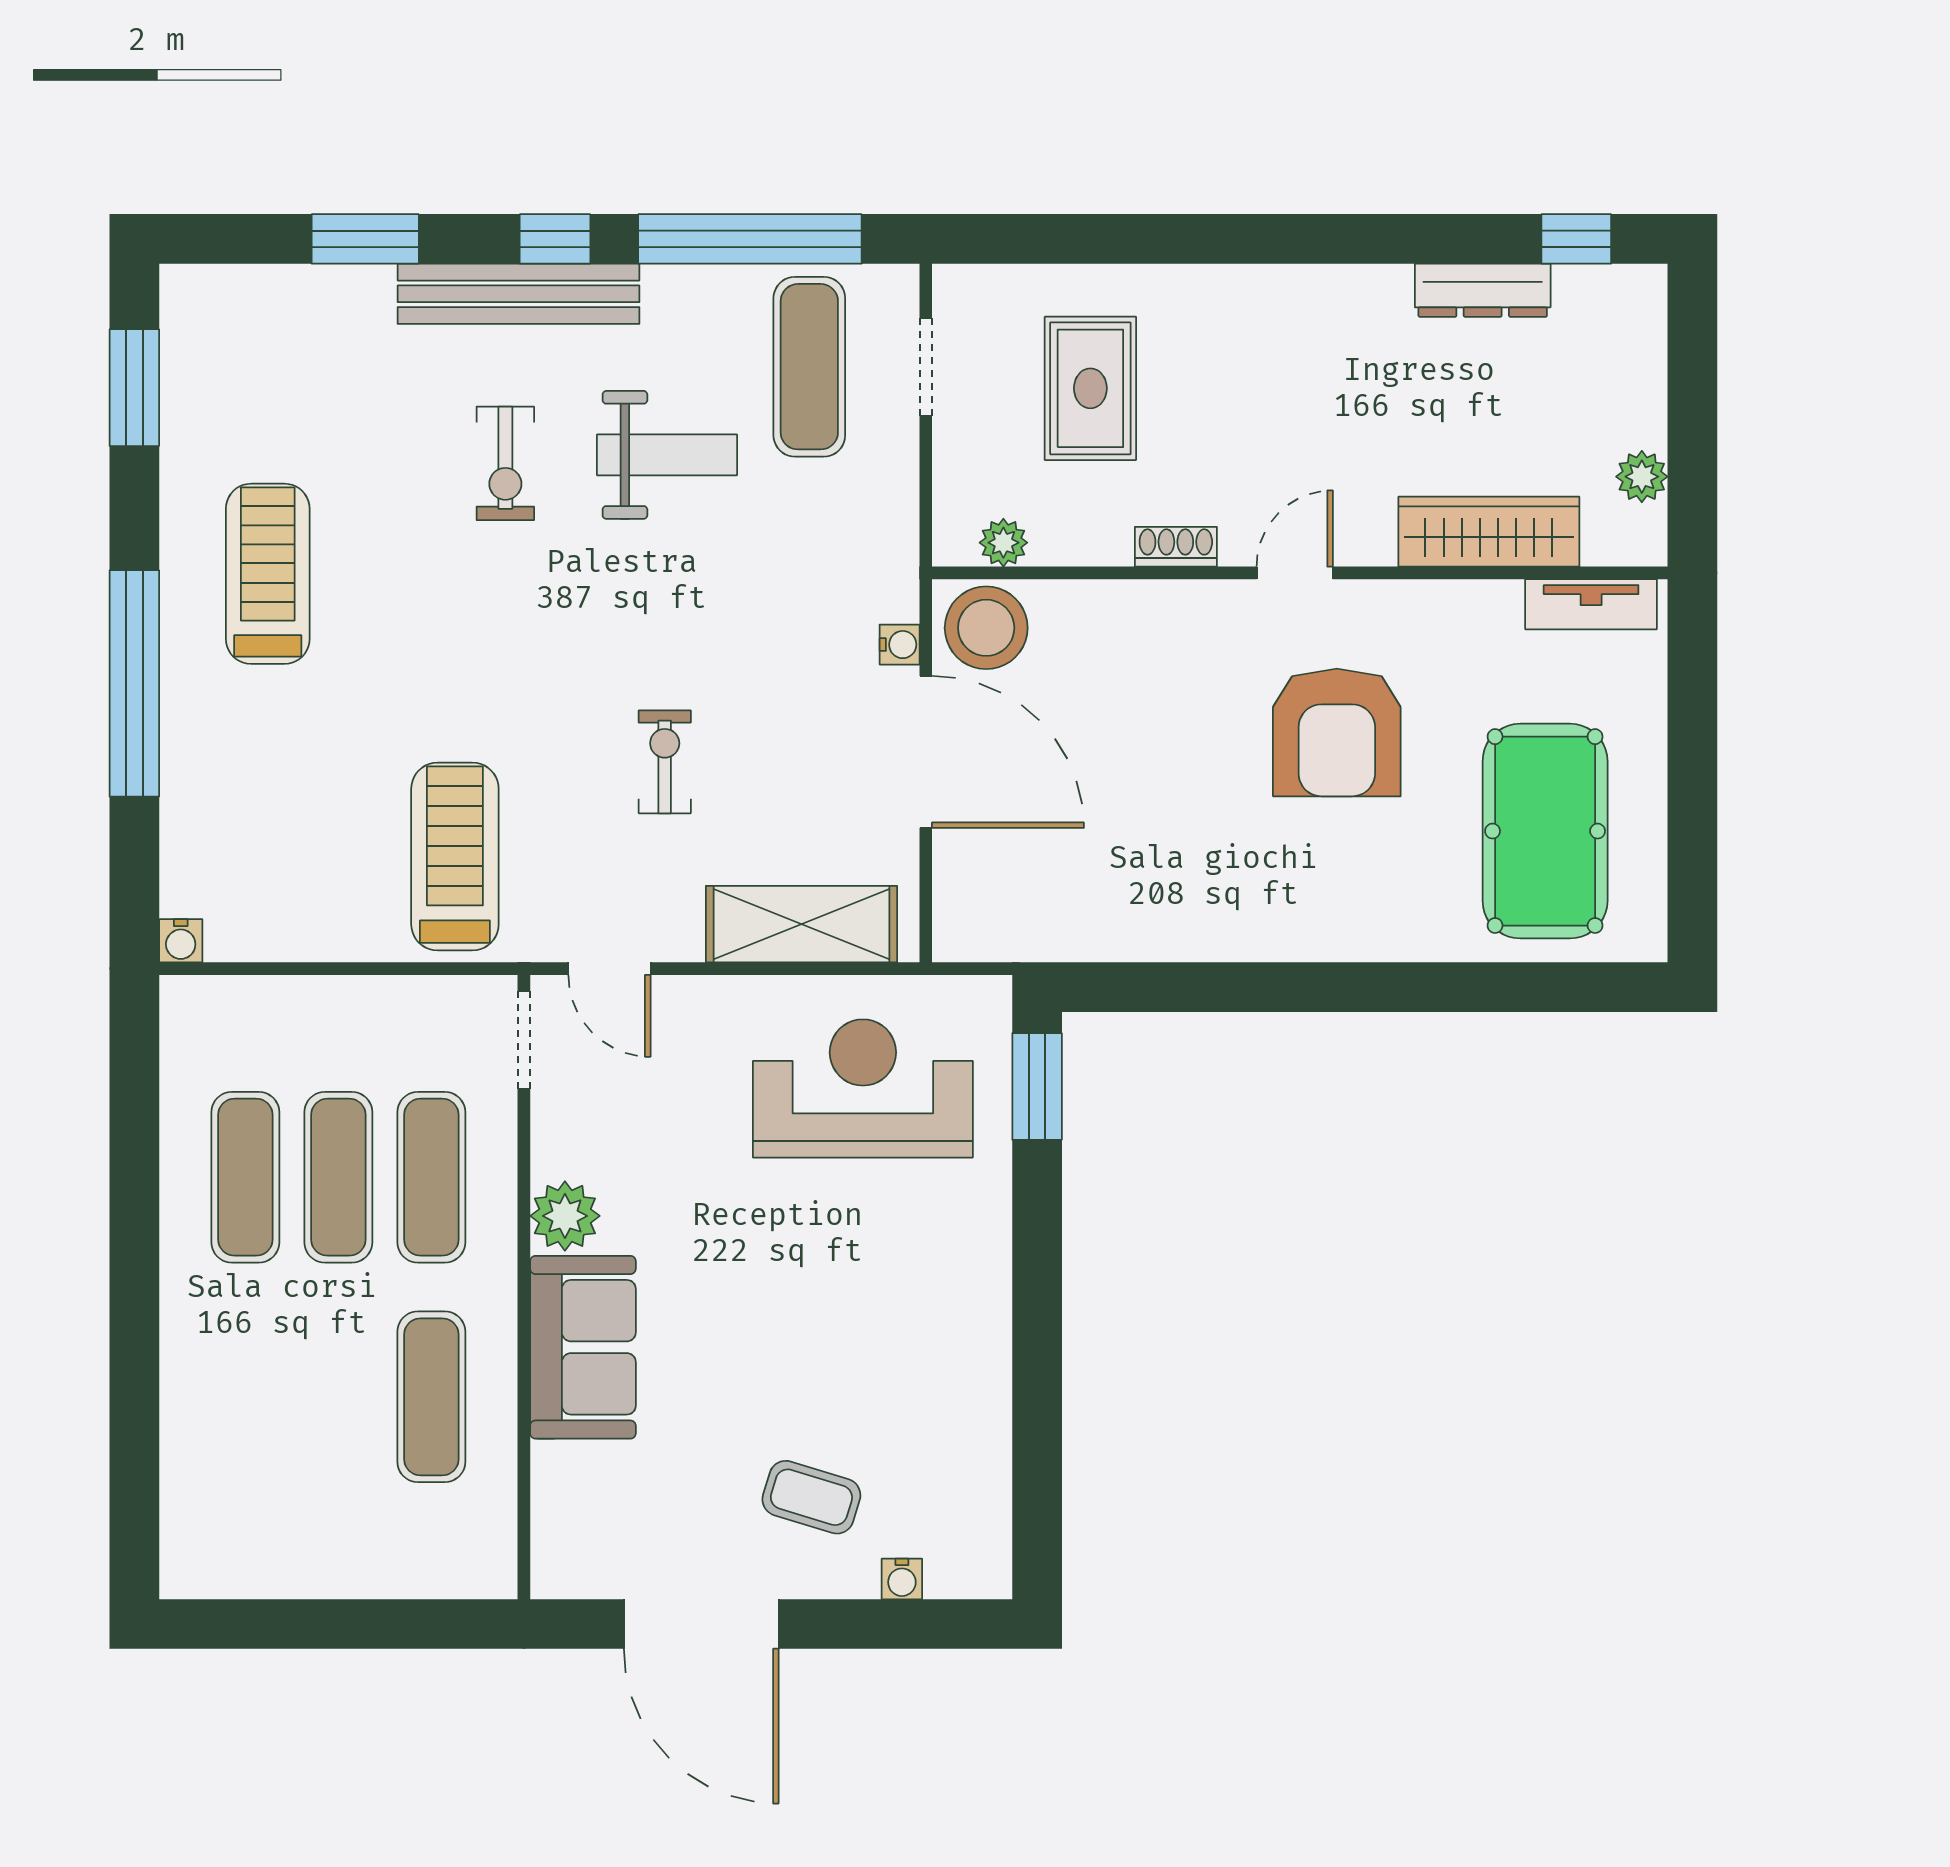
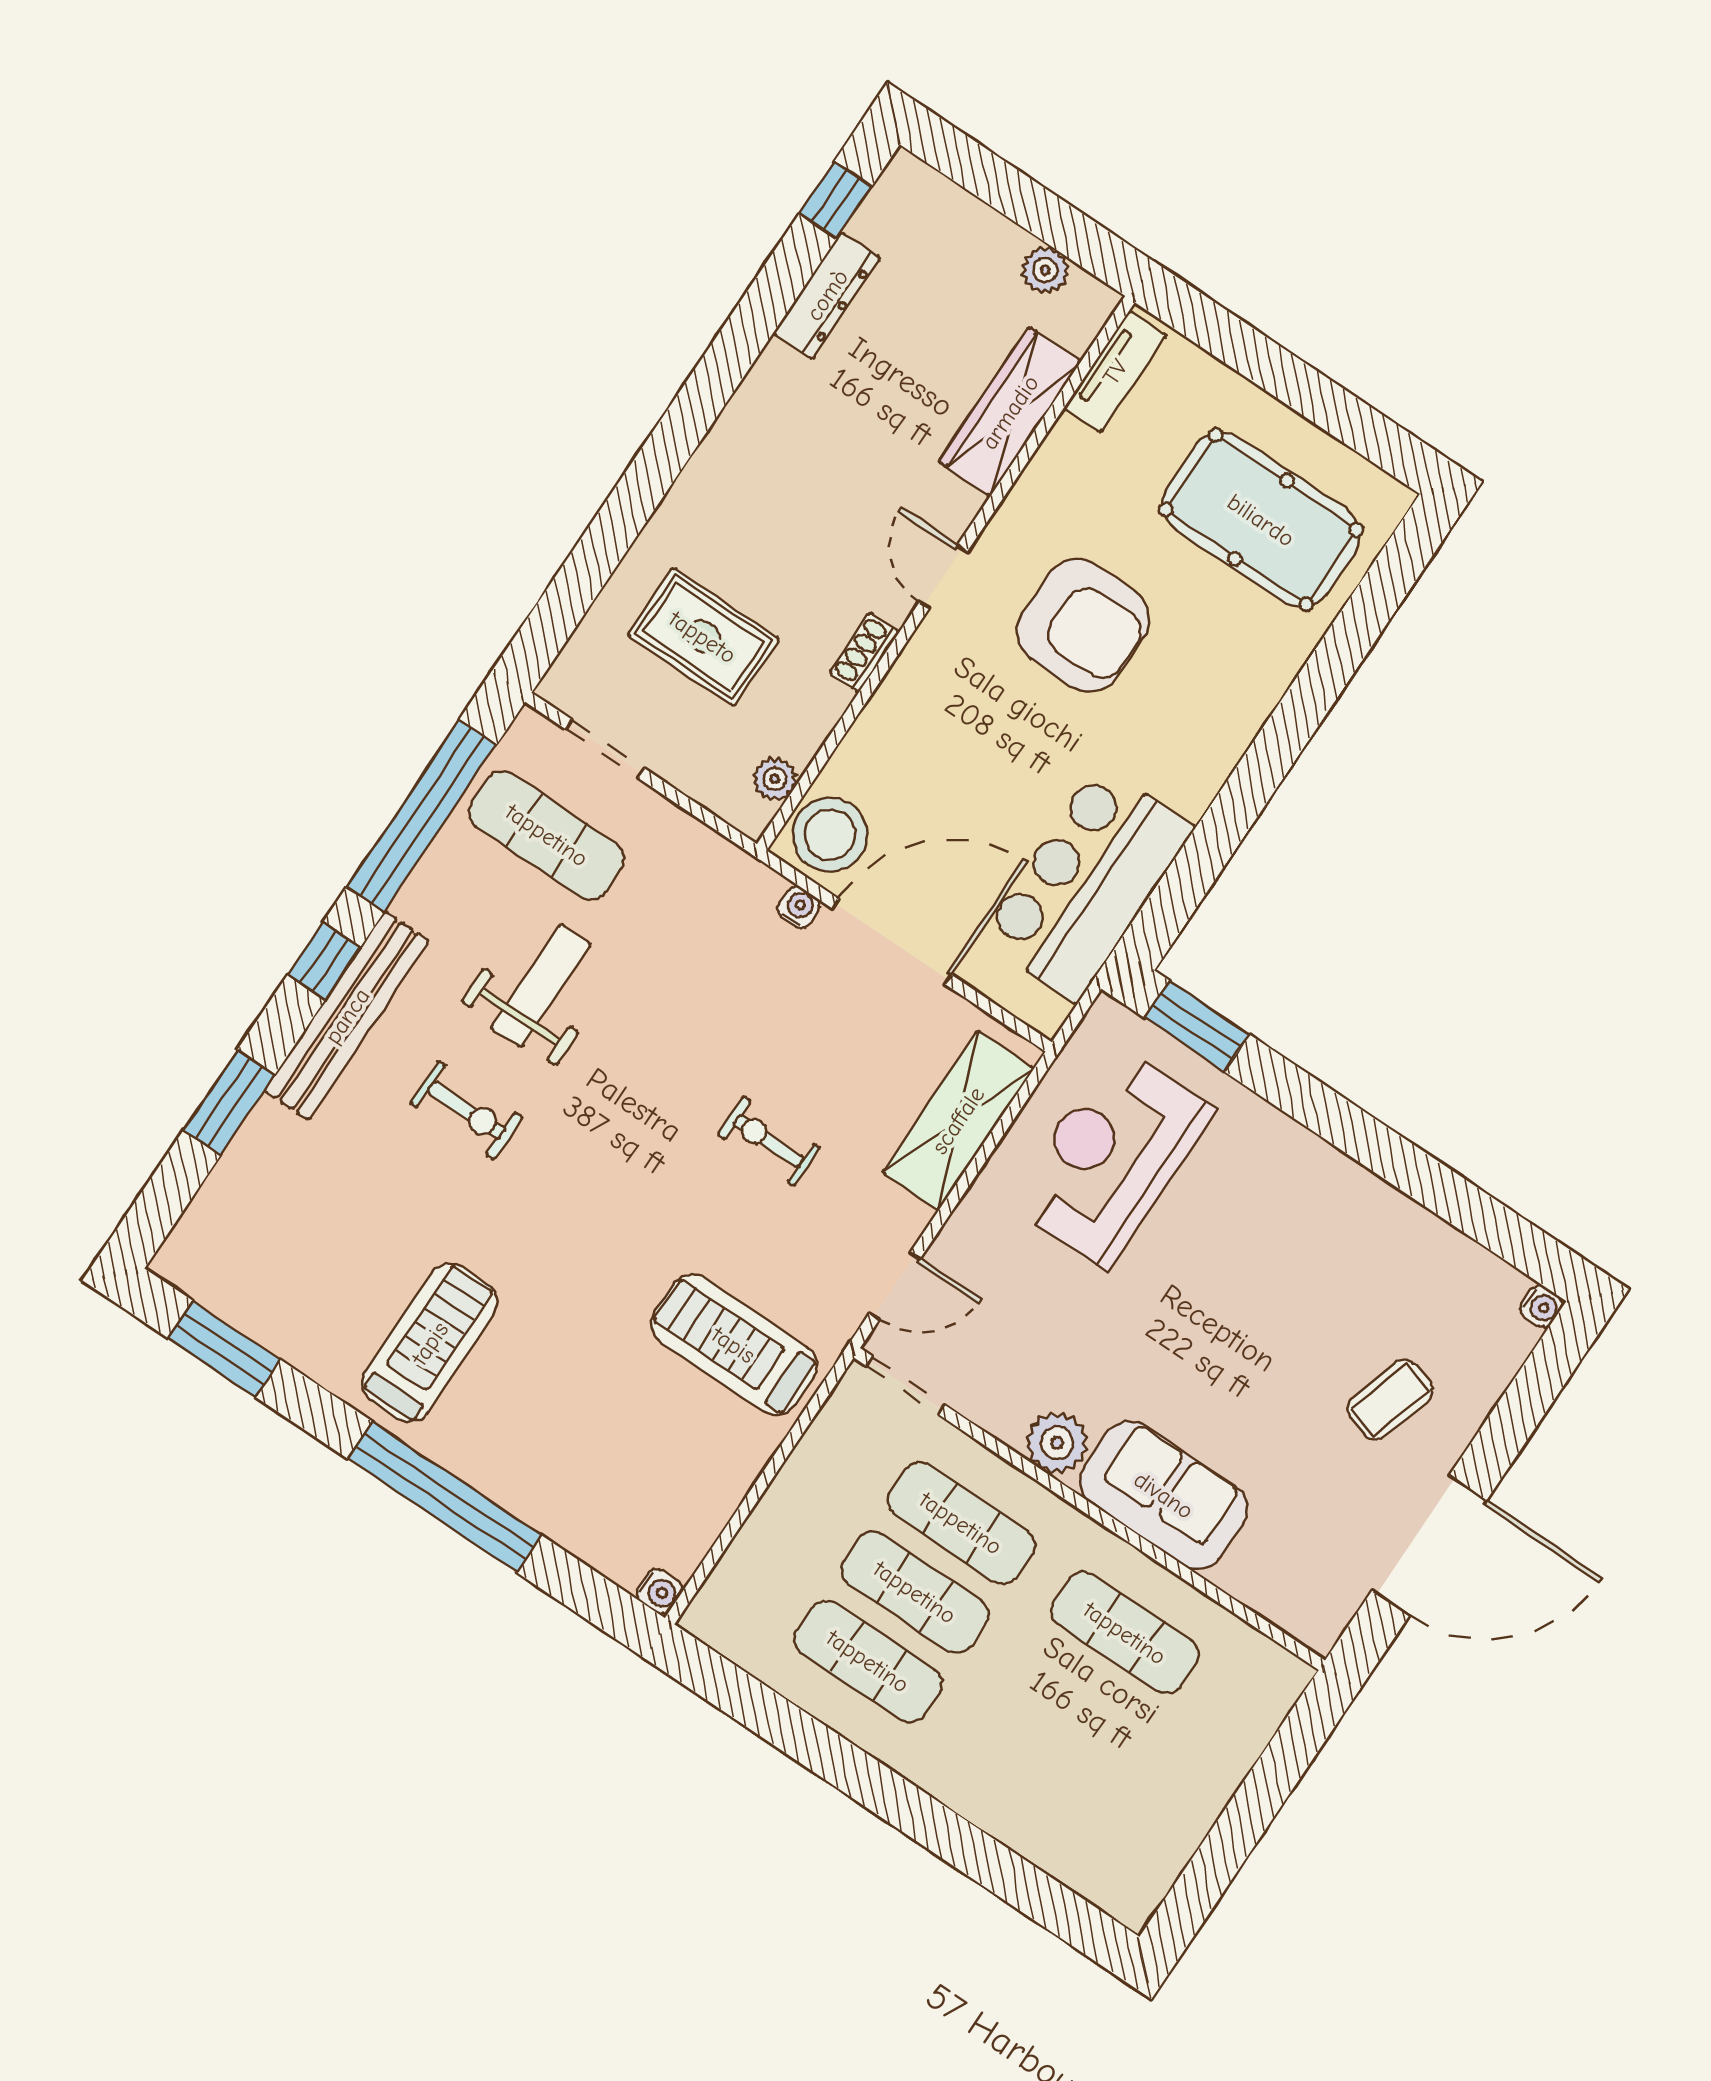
treadmill: (268, 574) -> (430, 1343), turned 90
bar counter: (1101, 896) -> (1087, 883), added
water cooler: (902, 1579) -> (1541, 1306), moved

